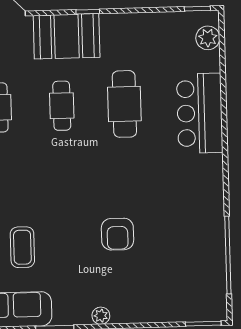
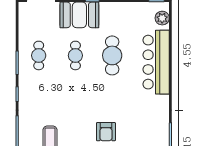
bar counter: (200, 113) -> (156, 62), width x1.36

